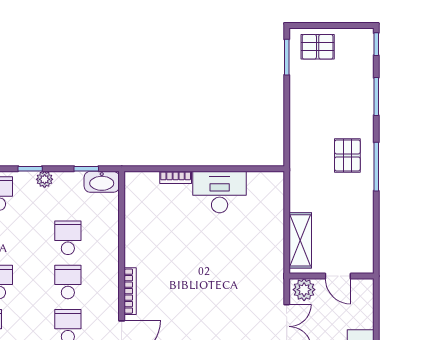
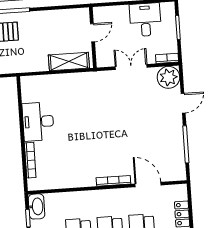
bookcase: (176, 177) -> (30, 160), width x1.56
plant: (304, 290) -> (104, 56), removed

